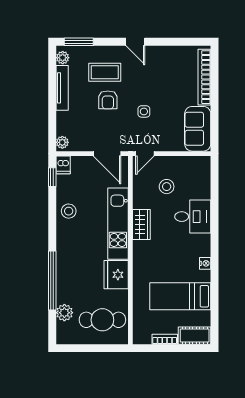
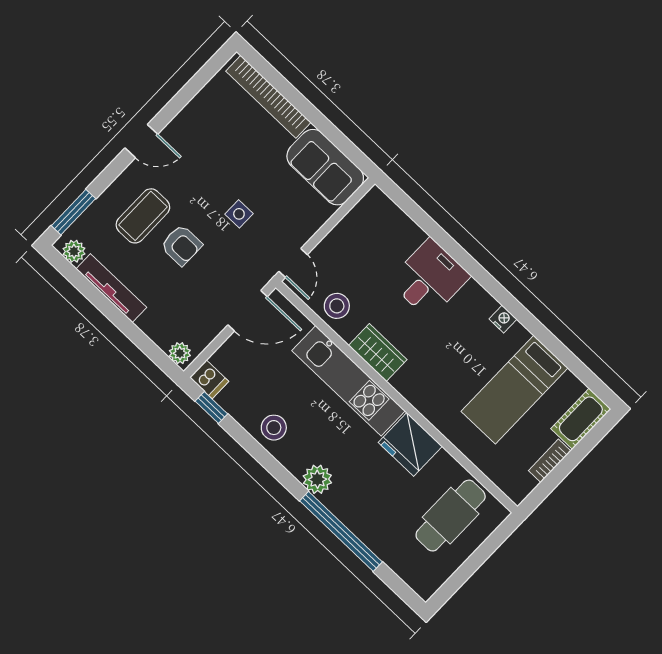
stool: (167, 187) -> (337, 306), moved
plant: (64, 313) -> (317, 479), moved

